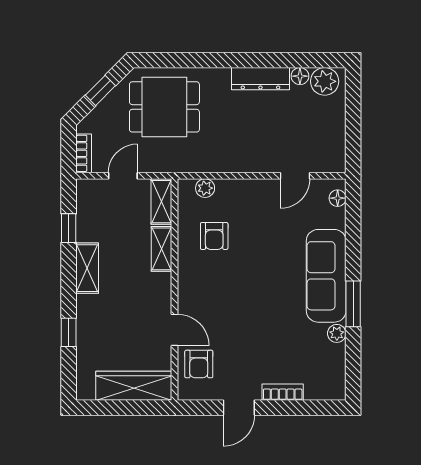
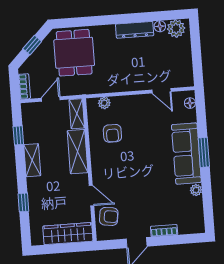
dining table: (164, 107) -> (74, 53), turned 90
door: (295, 176) -> (161, 91), hinge flipped
shelving: (162, 249) -> (78, 152), width x1.50, depth x1.33
window: (353, 304) -> (204, 152), moved
armchair: (199, 364) -> (109, 216), turned -82

